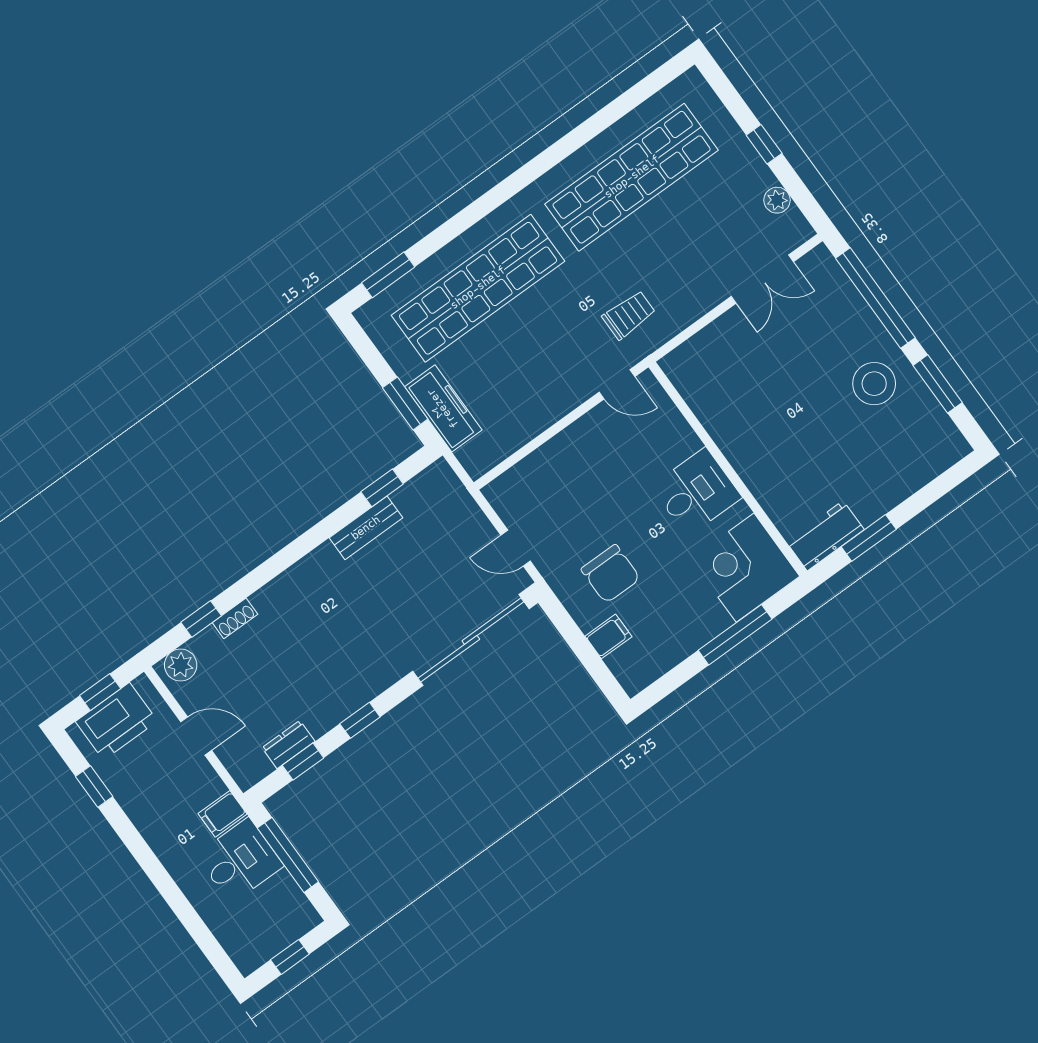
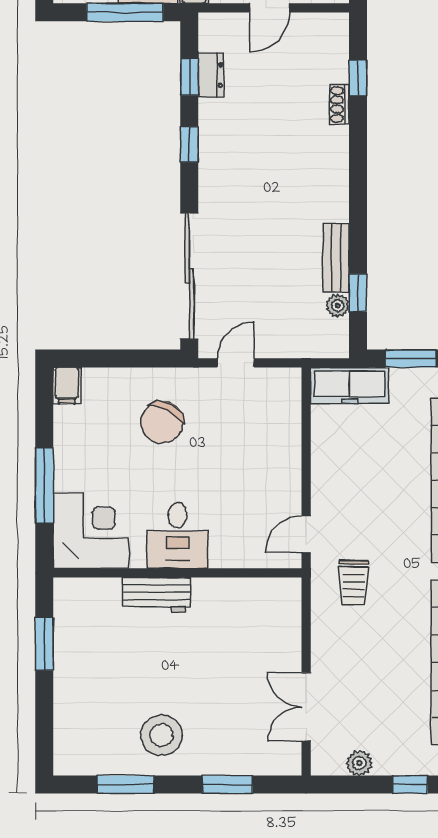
window: (875, 298) -> (228, 784), width x0.47
freezer: (443, 408) -> (349, 385), moved
workbench: (825, 536) -> (157, 595), moved, turned 90
chair: (611, 574) -> (162, 422), turned -63
filing cabinet: (608, 636) -> (67, 385), moved
plant: (181, 665) -> (338, 306), moved, width x0.73, depth x0.73

